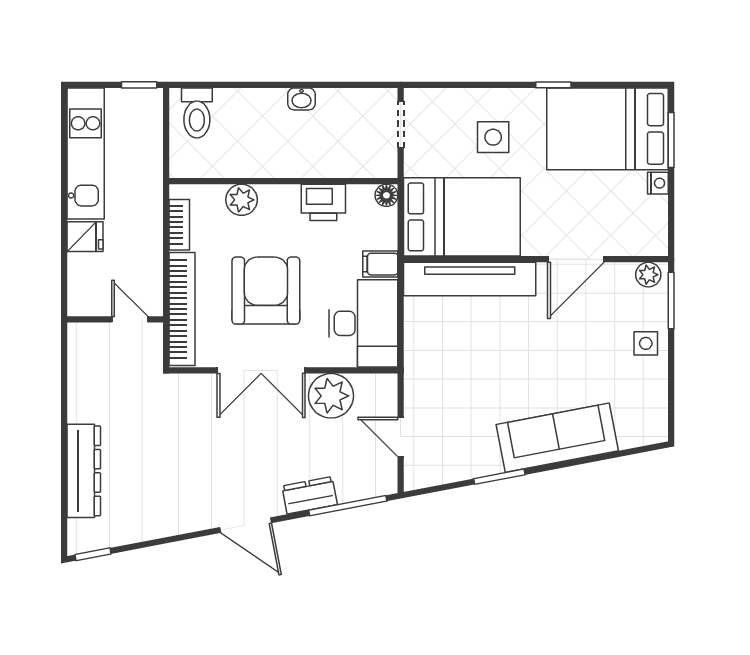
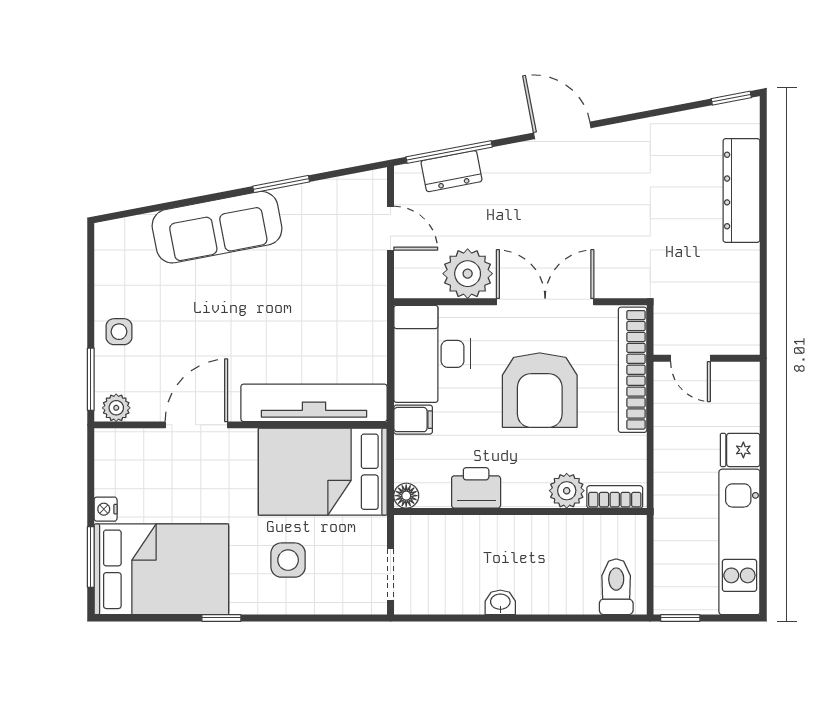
bookcase: (179, 225) -> (615, 497), moved, turned 90
dresser: (310, 495) -> (452, 171), moved

